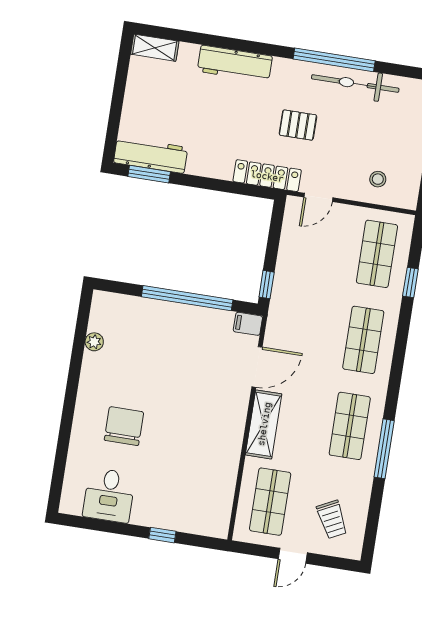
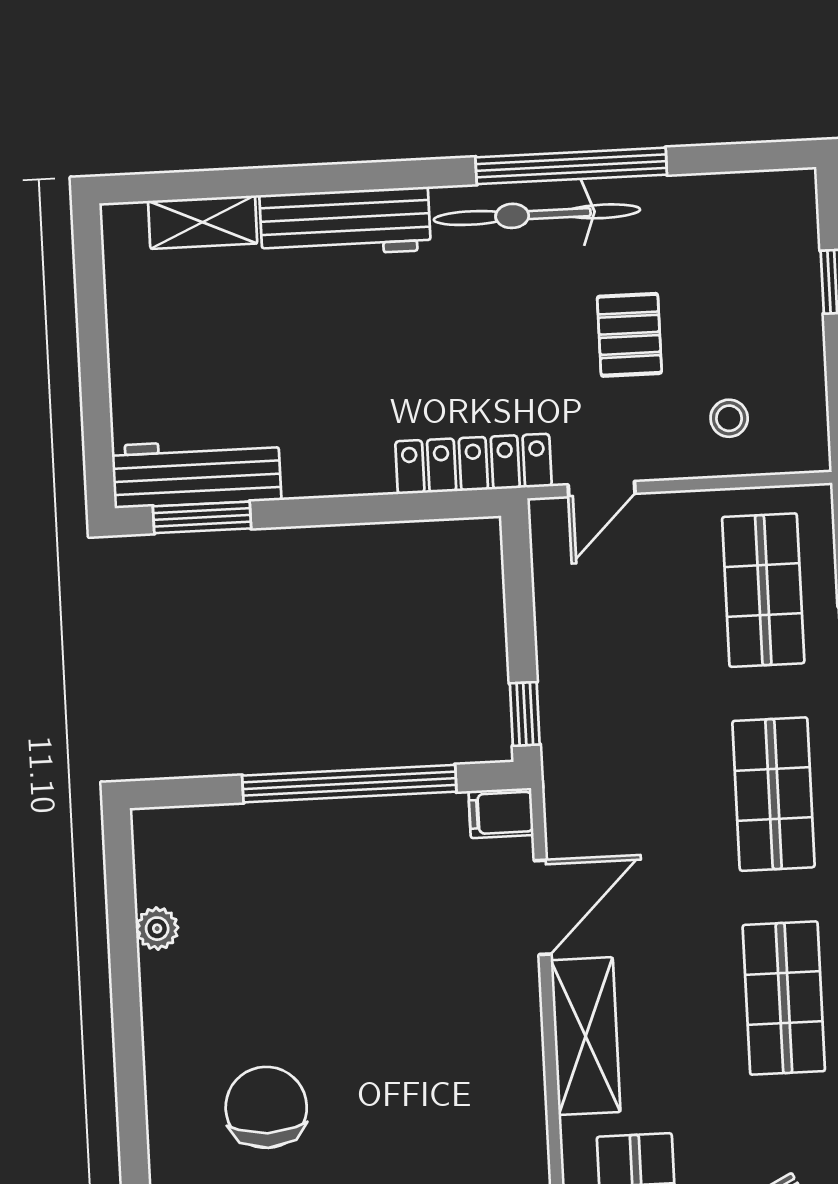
shelving: (155, 48) -> (203, 222), moved
bicycle: (355, 84) -> (537, 215), moved
pallet: (298, 125) -> (629, 335), moved, turned 90

